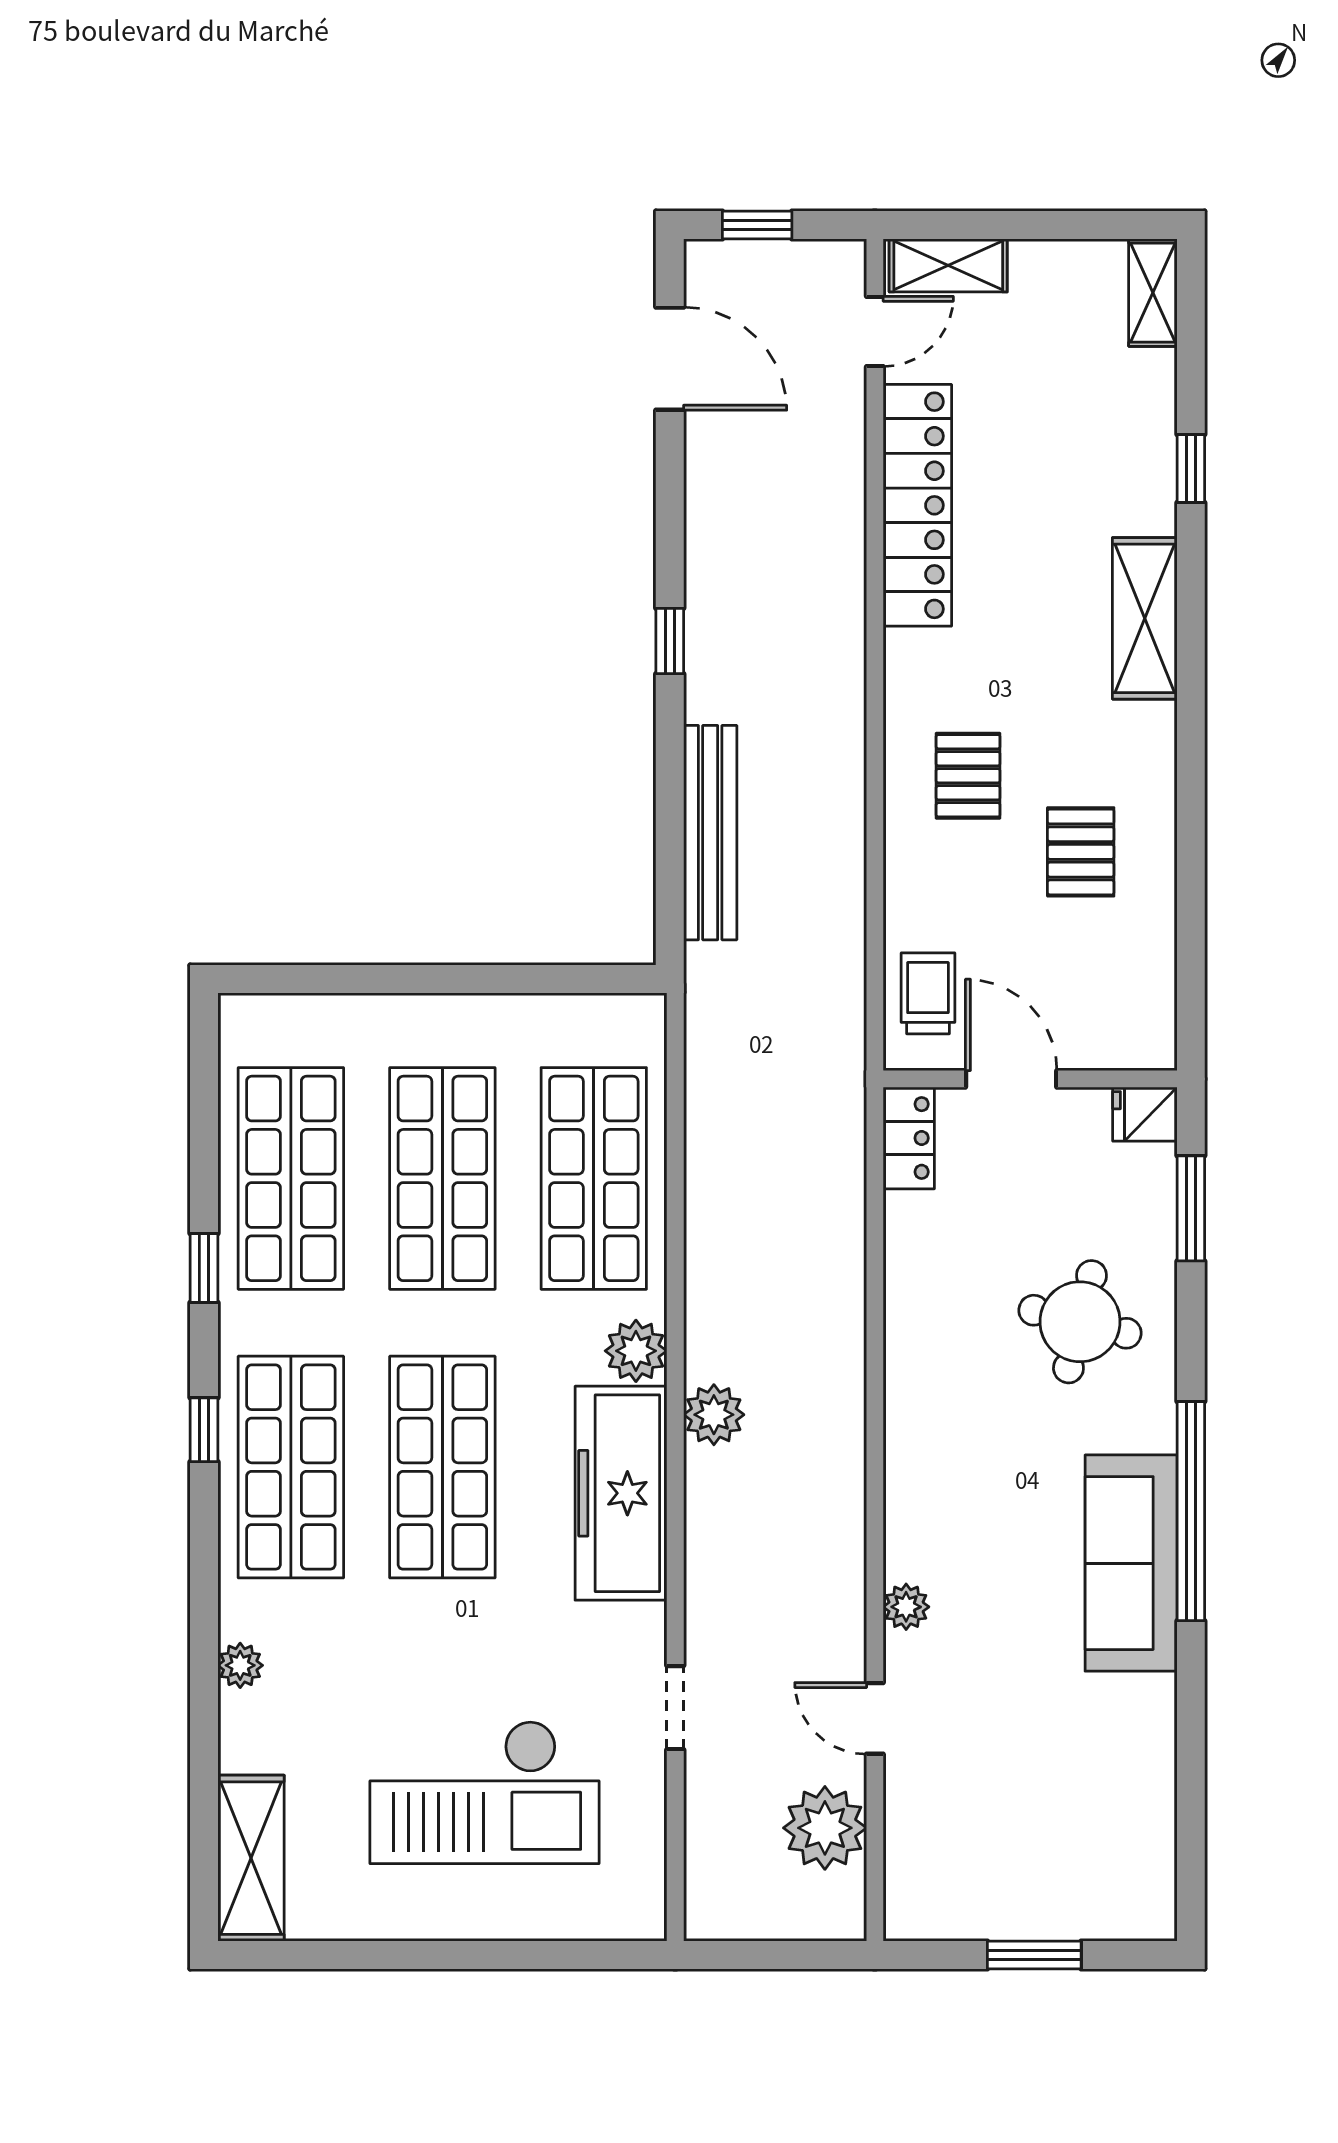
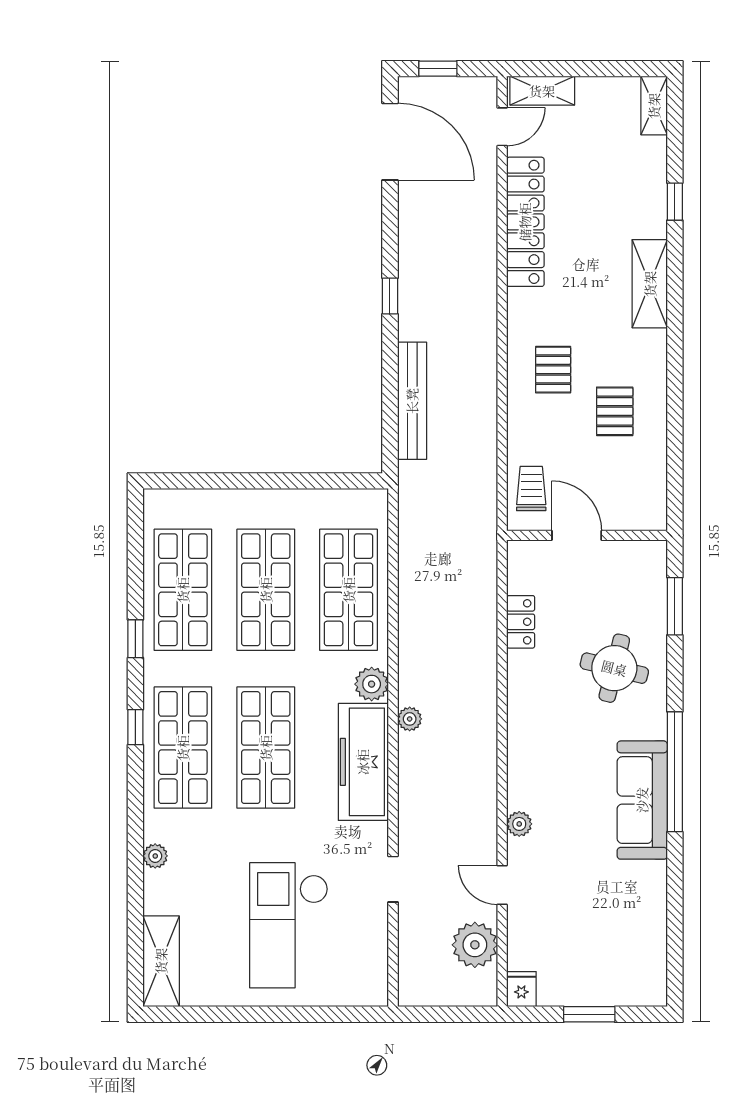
door: (670, 359) -> (390, 142), width x1.36
fridge: (1145, 1114) -> (521, 989), moved, turned 90
locker: (909, 1138) -> (521, 622), moved
plant: (714, 1415) -> (410, 719), width x0.73, depth x0.73
checkout: (484, 1792) -> (289, 925), turned 90

